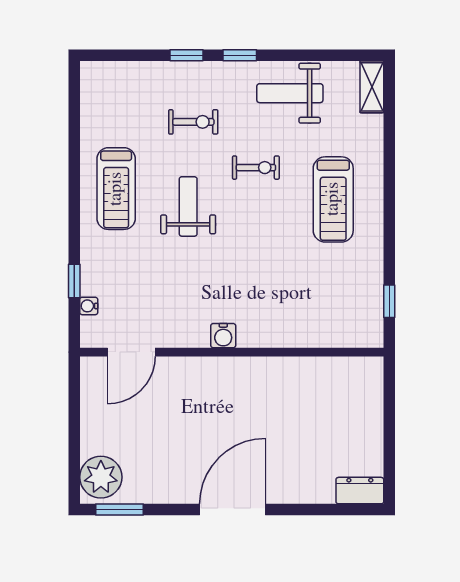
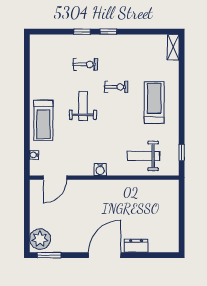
weight bench: (290, 93) -> (143, 156), moved
treadmill: (116, 189) -> (43, 120), moved
treadmill: (333, 199) -> (154, 103), turned 180
window: (74, 281) -> (27, 143), removed
dresser: (360, 491) -> (136, 246), moved

